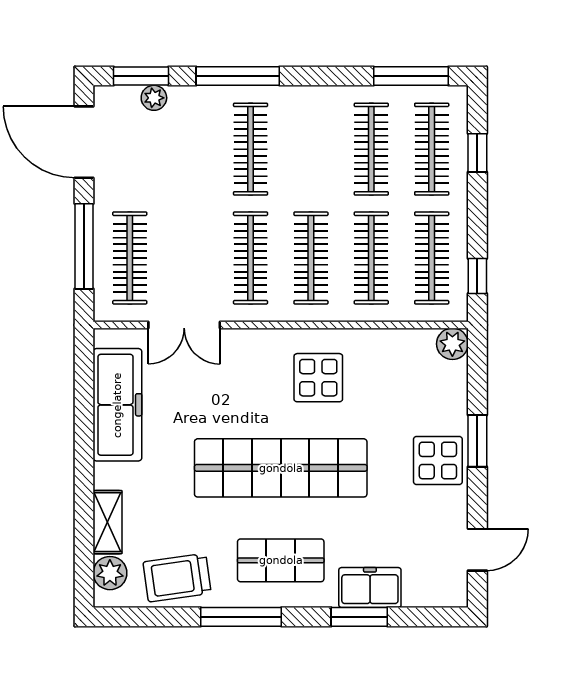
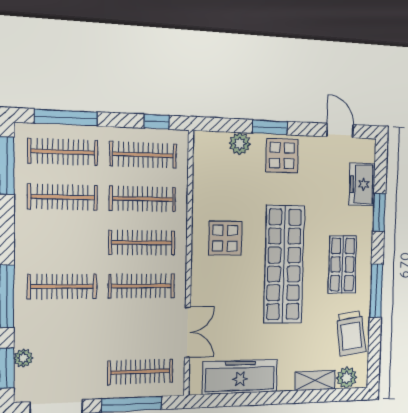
window: (477, 153) -> (66, 117), width x2.17
plant: (452, 344) -> (240, 144), moved
freezer: (370, 588) -> (362, 184), moved

